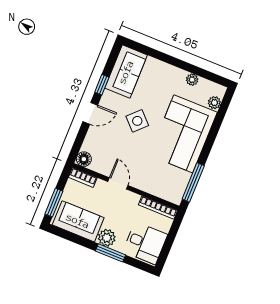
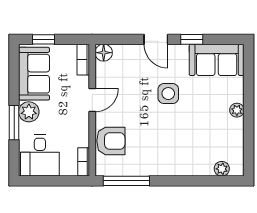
plant: (192, 80) -> (237, 110), moved
side table: (137, 121) -> (168, 94), turned 45
corner sofa: (183, 134) -> (175, 149), removed
armchair: (156, 182) -> (111, 141), added
window: (54, 203) -> (43, 39), width x0.67
bookcase: (158, 208) -> (84, 162), width x0.64

